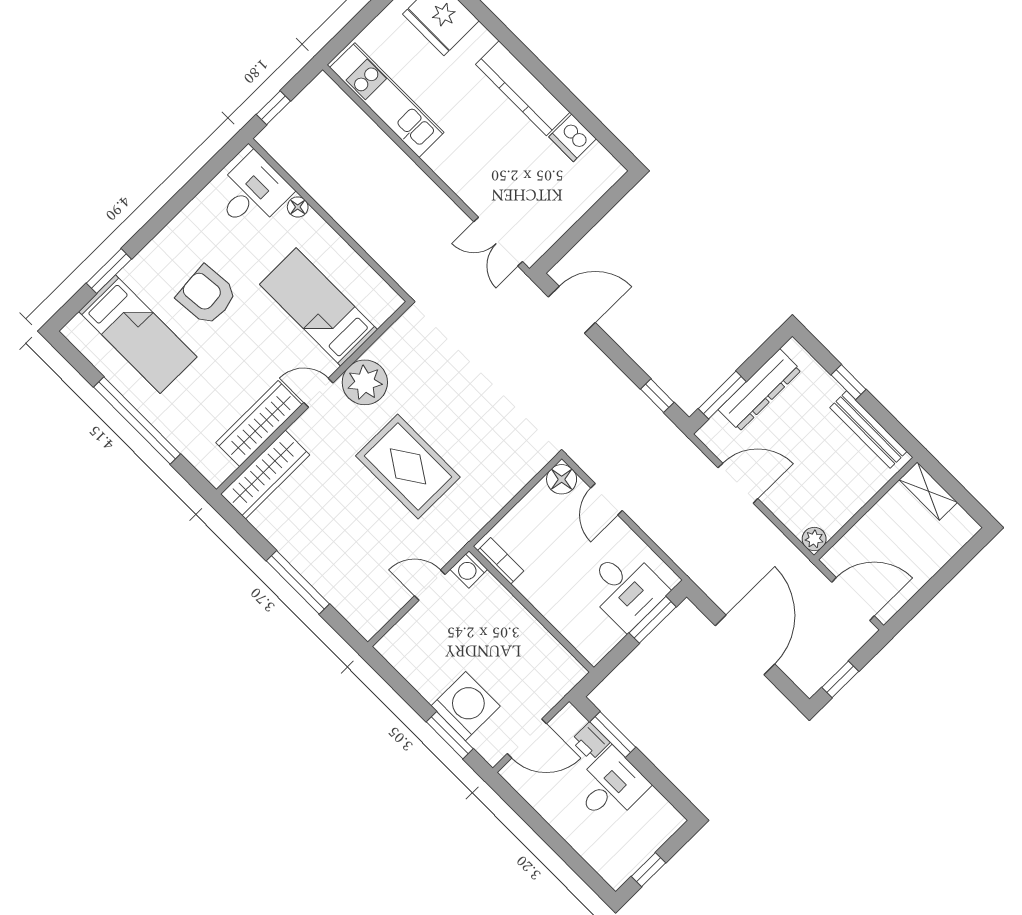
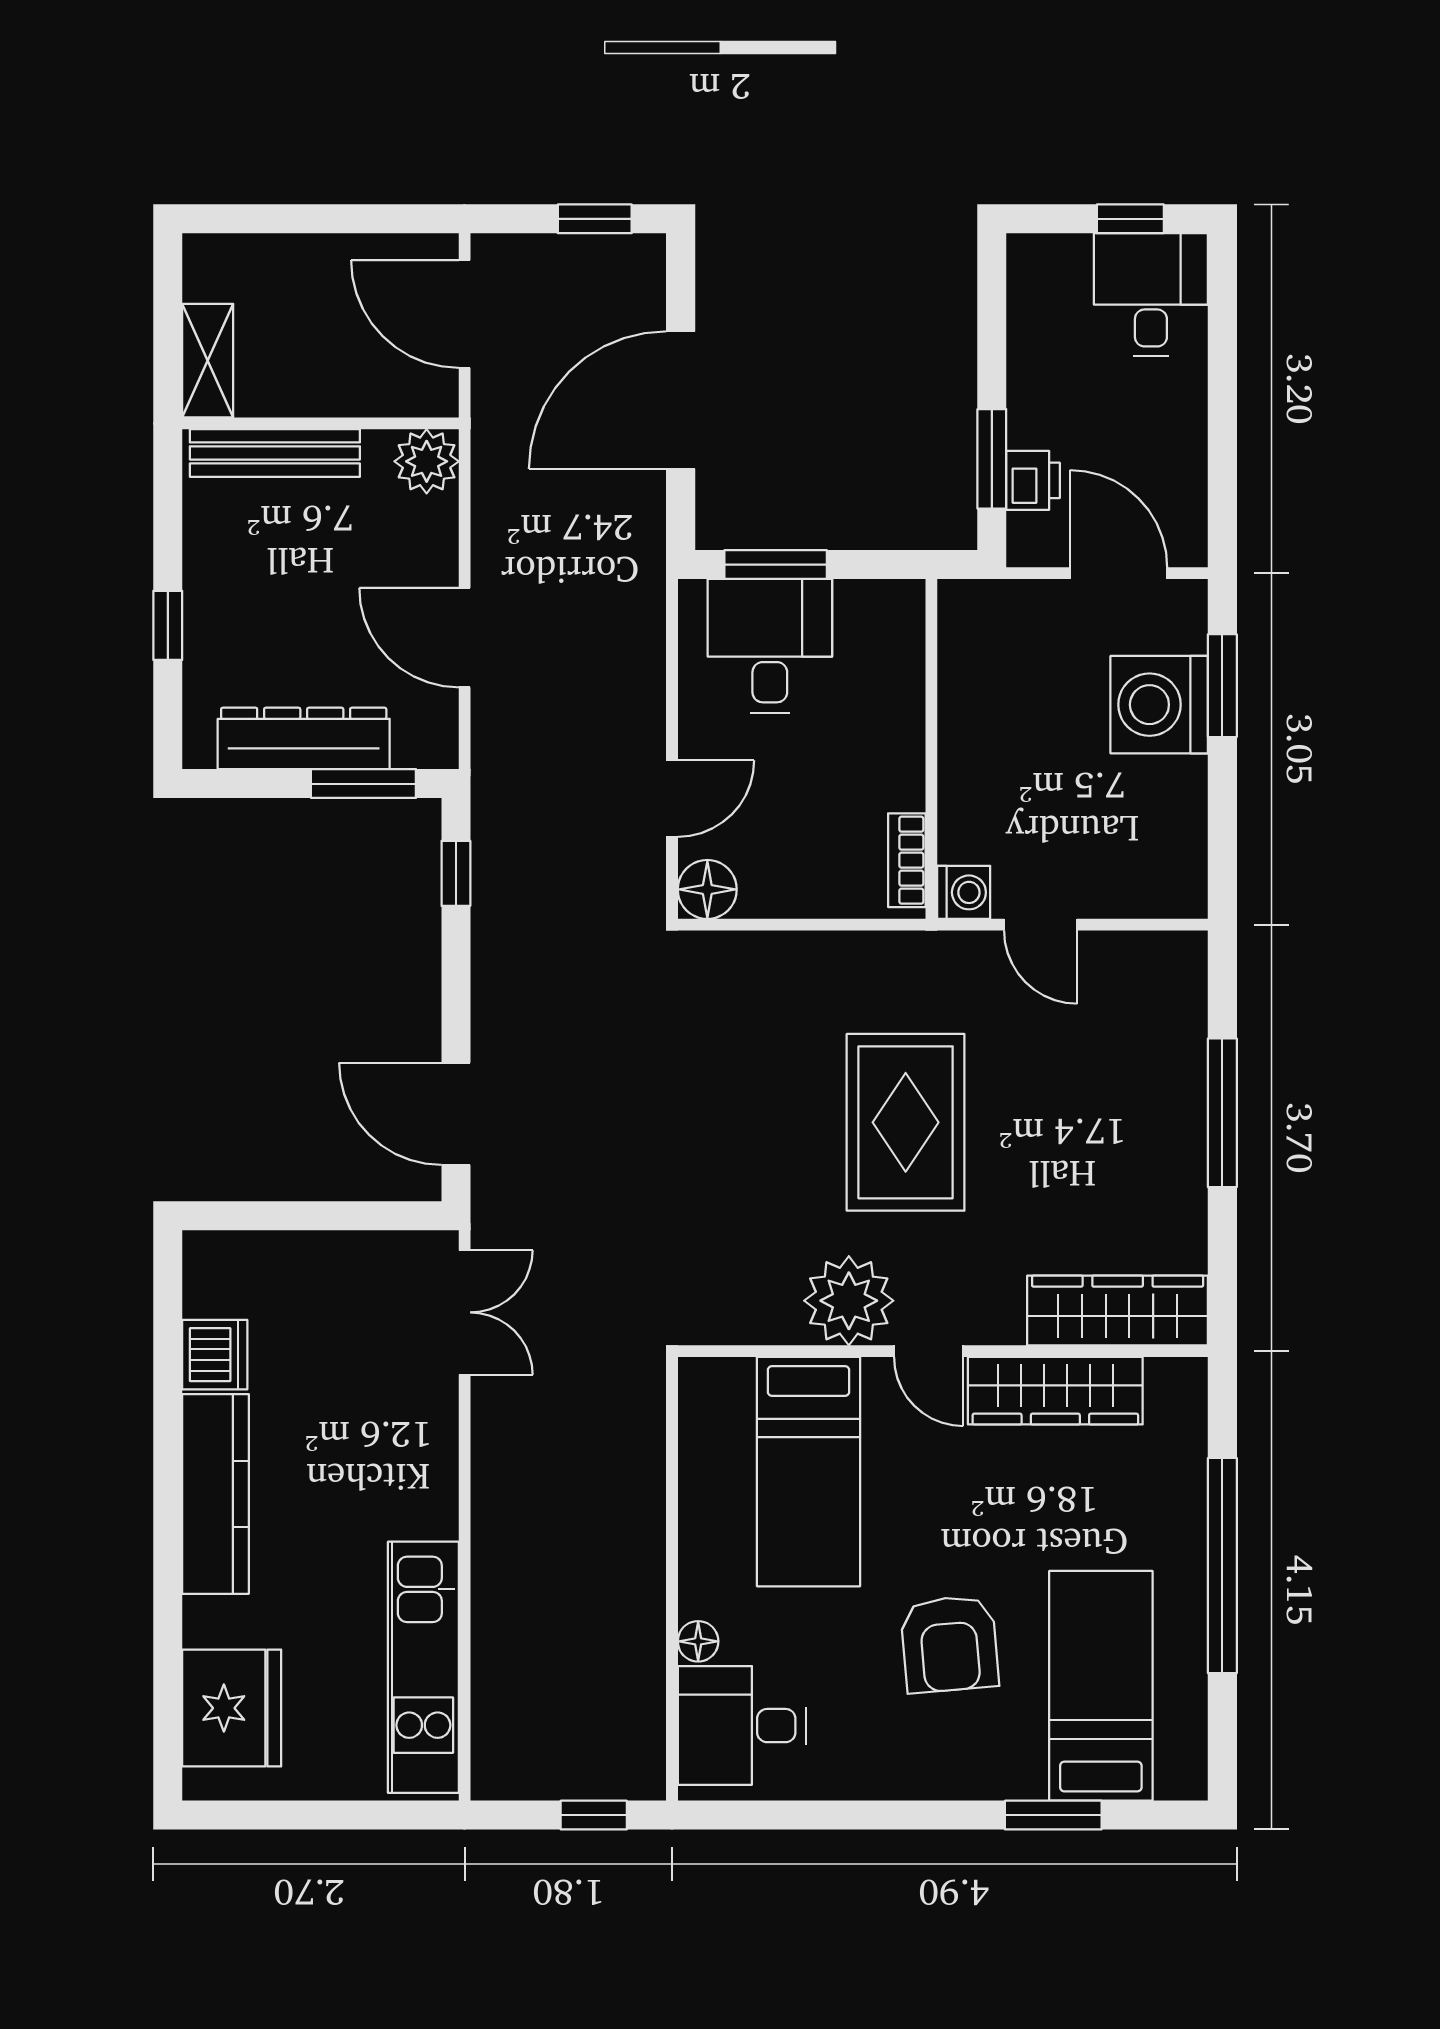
bench: (868, 430) -> (275, 453), moved, turned 90
plant: (814, 539) -> (427, 461), width x1.38, depth x1.38
desk: (610, 786) -> (1151, 295), moved, turned 90

